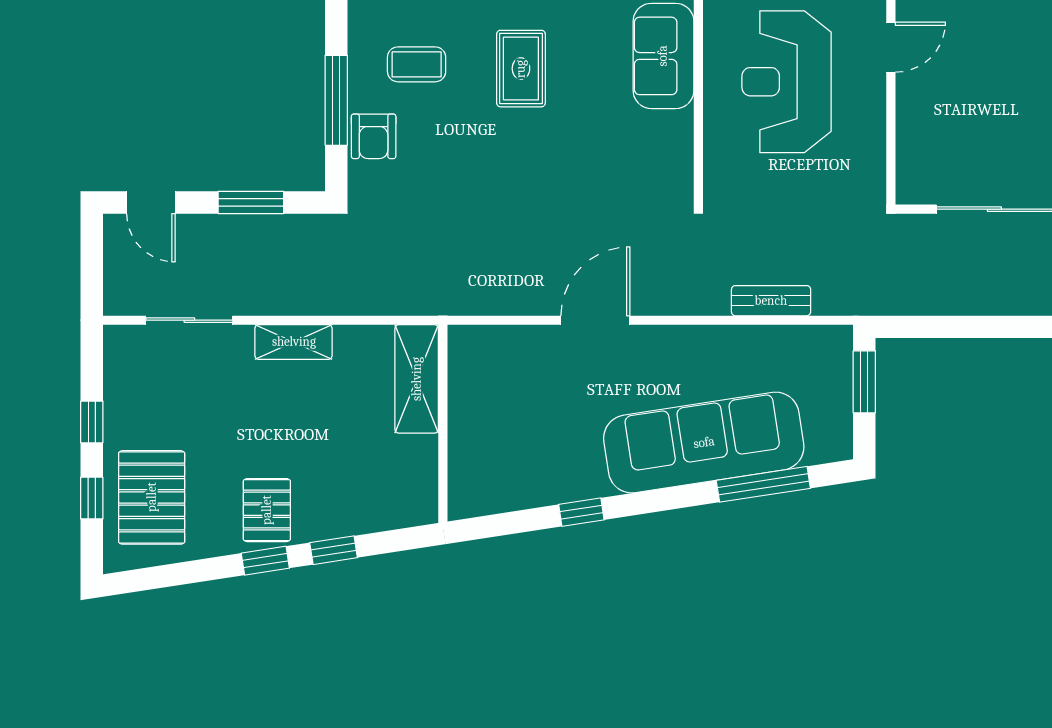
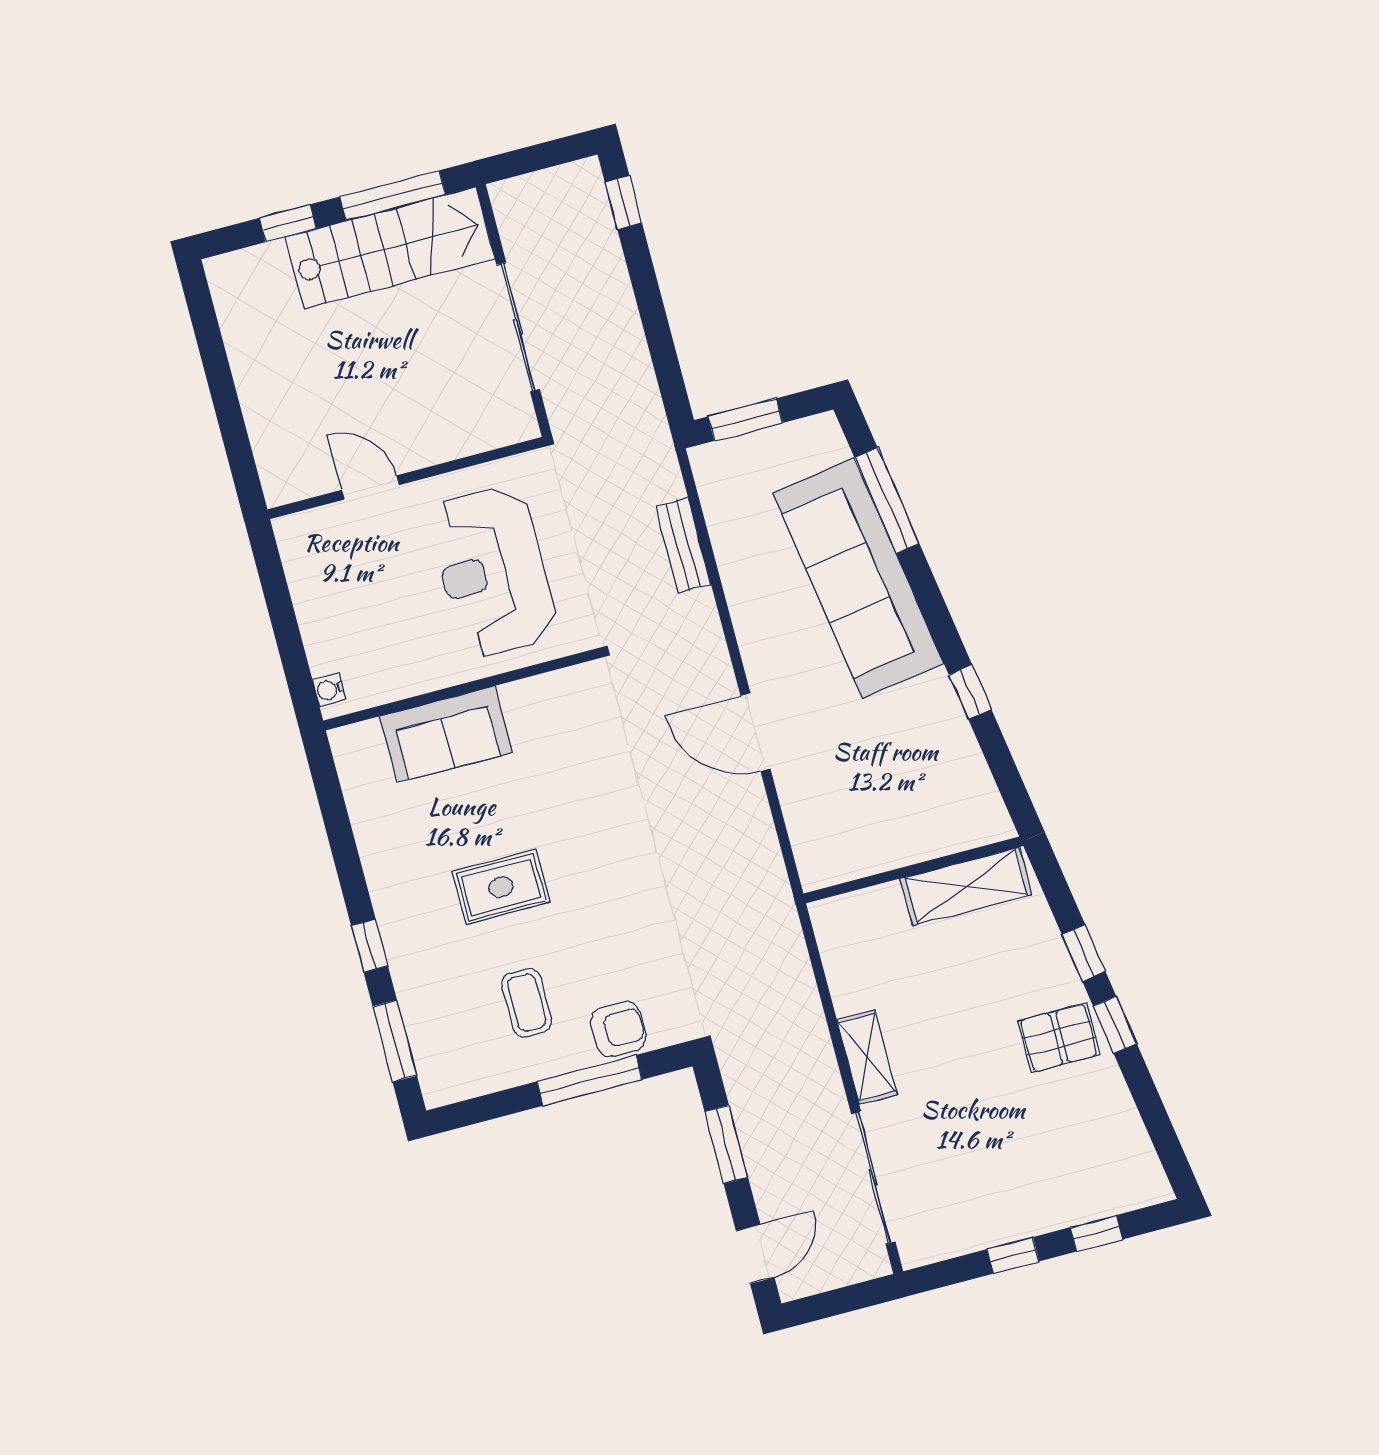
reception desk: (787, 82) -> (493, 572), moved, turned 90
sliding door: (189, 320) -> (873, 1178), width x1.37
shelving: (417, 379) -> (966, 886), moved
pallet: (152, 497) -> (1079, 1168), removed

